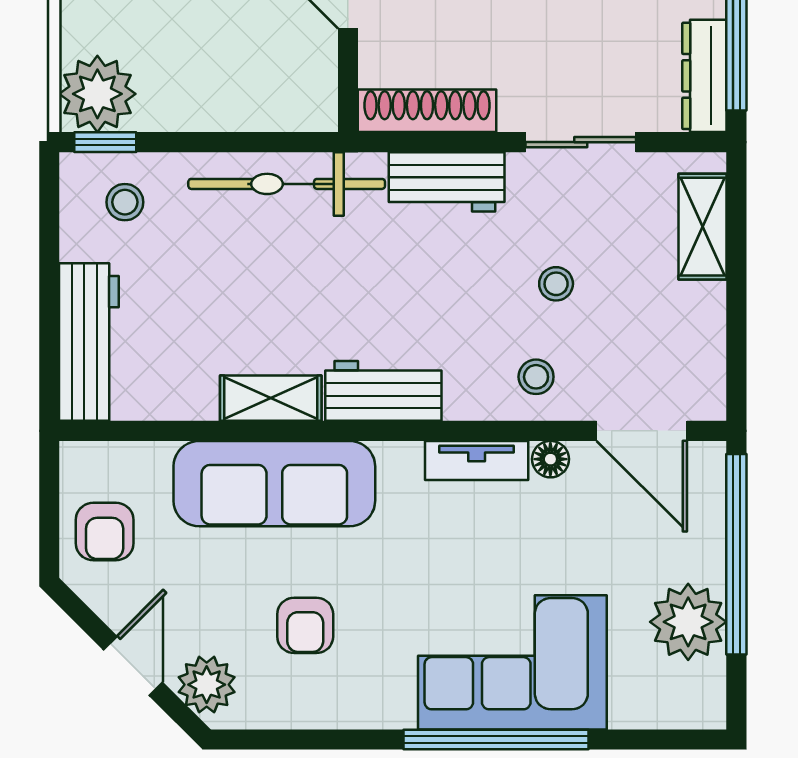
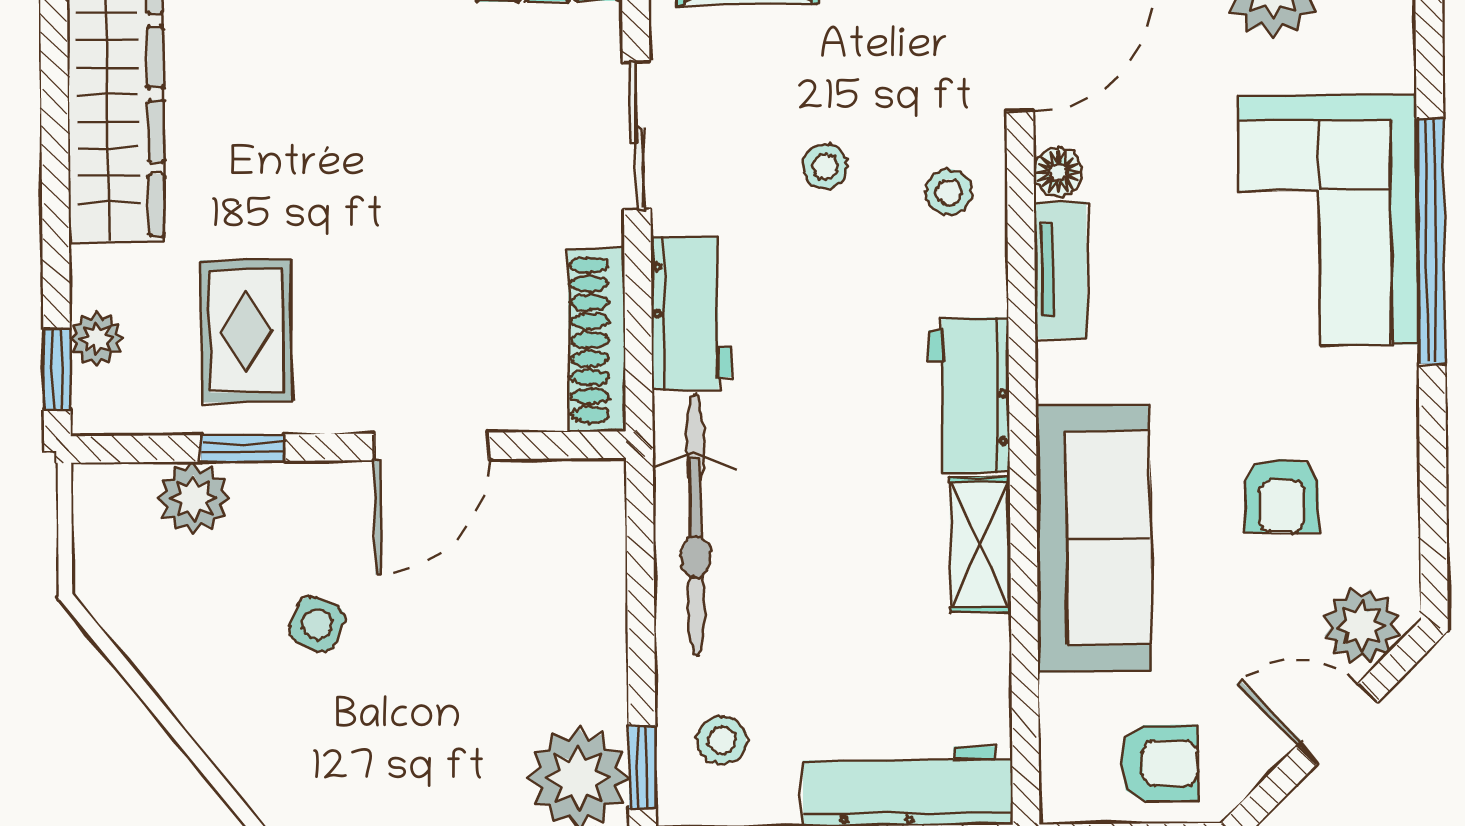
armchair: (305, 625) -> (1282, 496), turned 90

